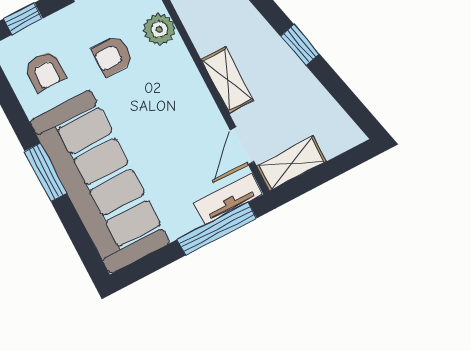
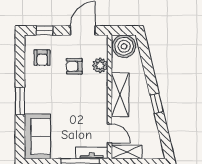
shelving: (227, 80) -> (120, 95), width x1.50, depth x1.33
door: (242, 146) -> (110, 133), swing flipped
sofa: (100, 182) -> (37, 136), width x0.54, depth x0.79

